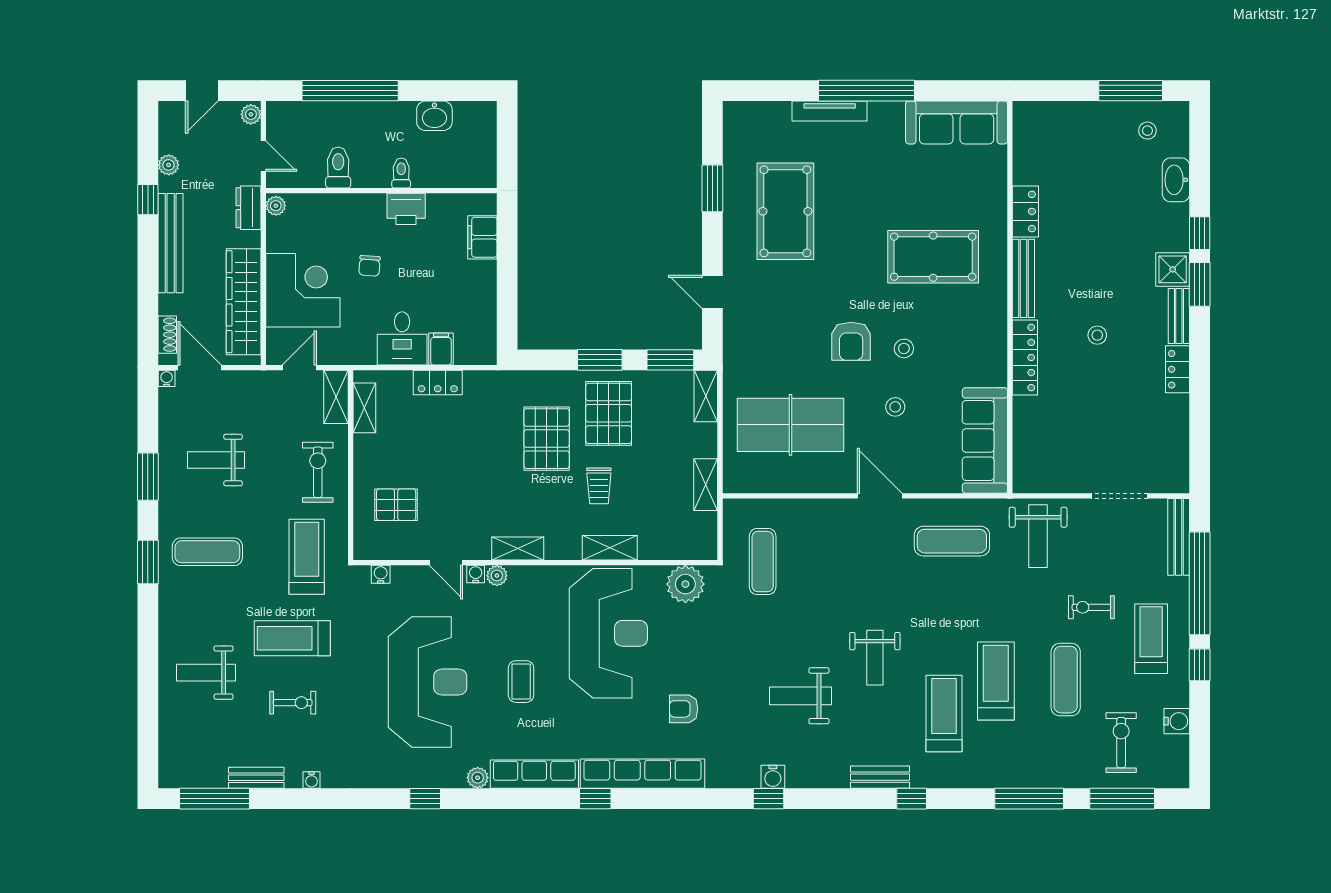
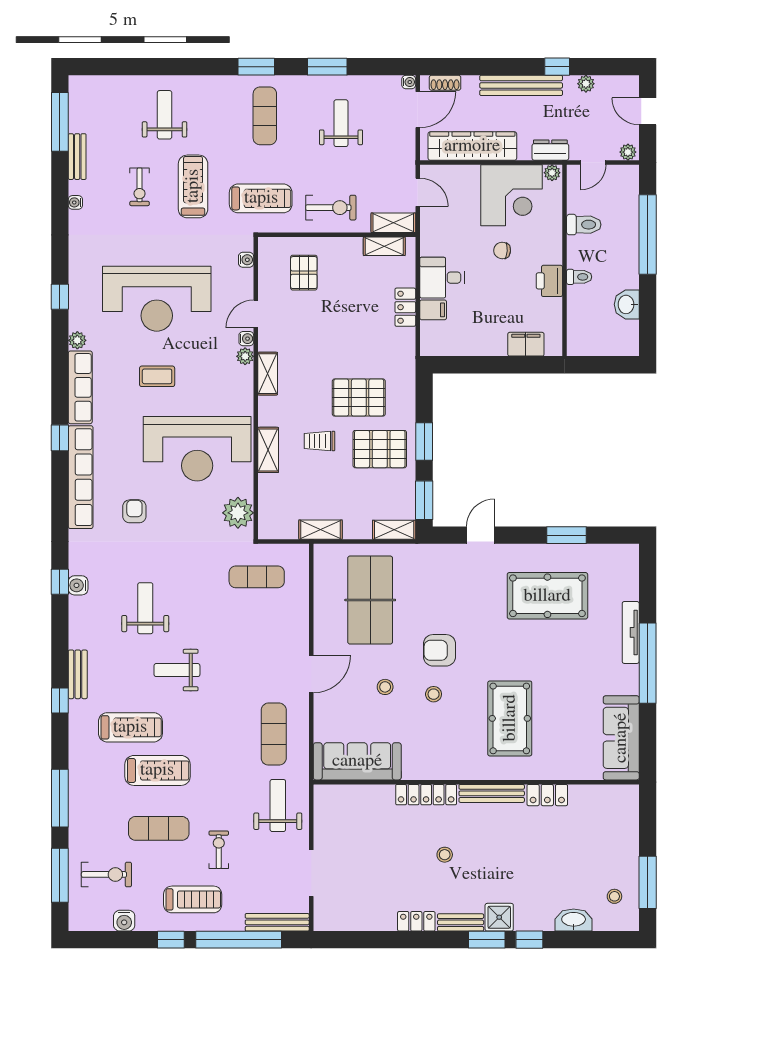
corner desk: (303, 290) -> (512, 195), moved
weight bench: (1038, 536) -> (278, 805), turned 90

